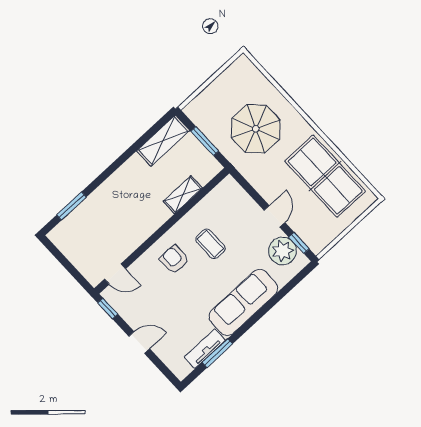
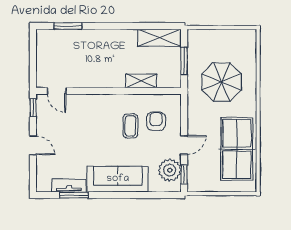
armchair: (174, 259) -> (156, 121), moved

